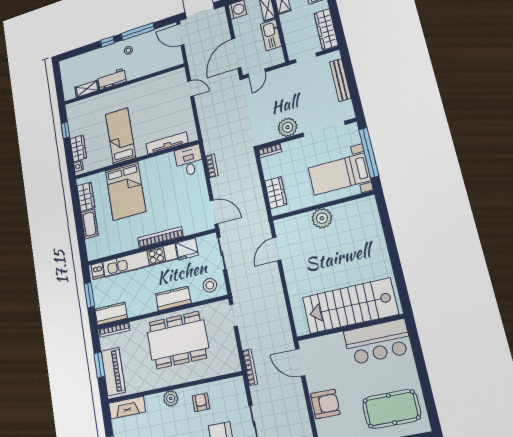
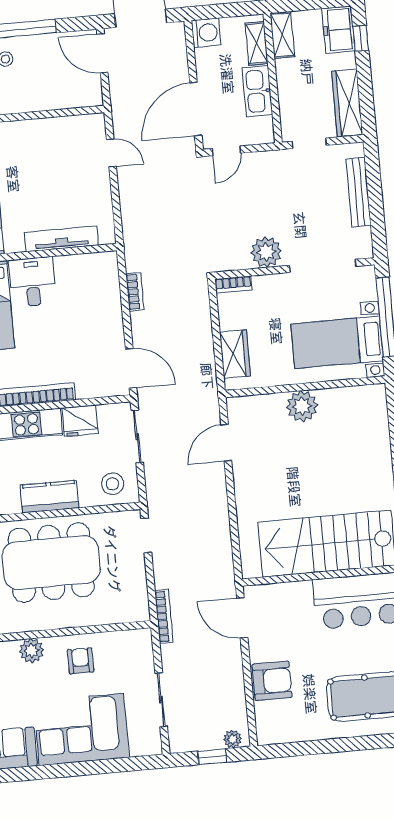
desk: (189, 161) -> (32, 282), moved

